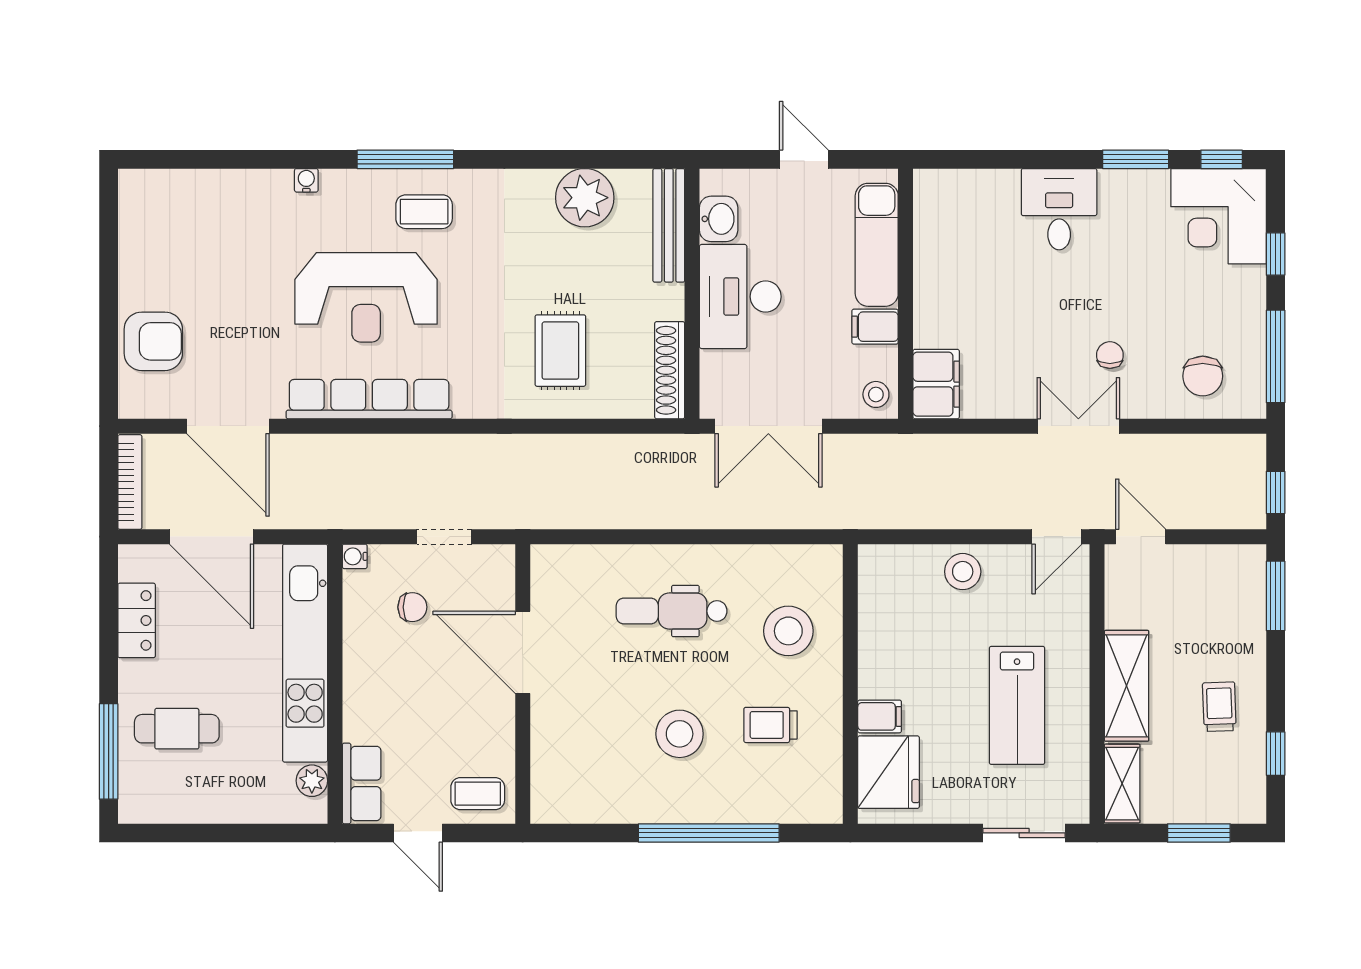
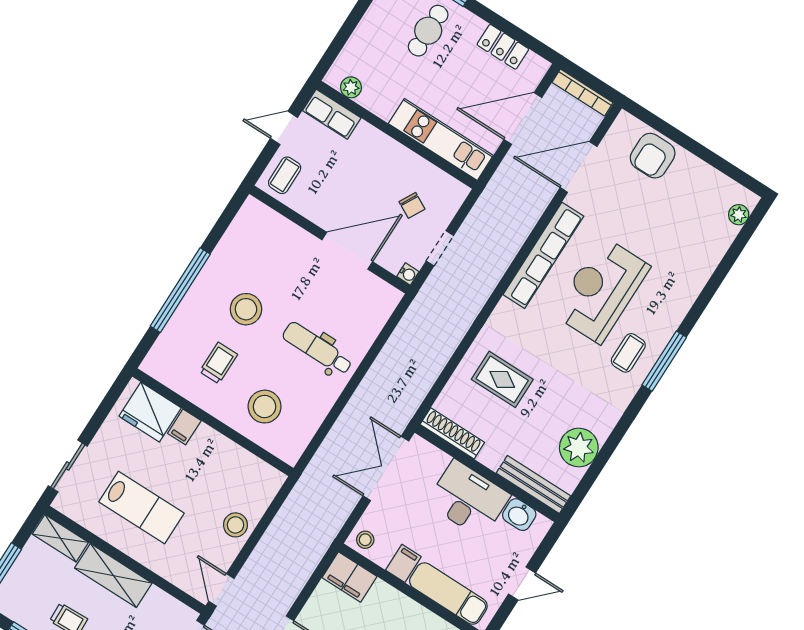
water cooler: (306, 180) -> (688, 298), removed
plant: (158, 184) -> (739, 215), added
water cooler: (355, 556) -> (408, 274), moved, turned 90
chair: (412, 607) -> (412, 205), turned -62
dental chair: (672, 611) -> (317, 349), turned -90
kitchen unit: (305, 653) -> (441, 140), width x0.73
lab bench: (1017, 705) -> (141, 508), turned 180

